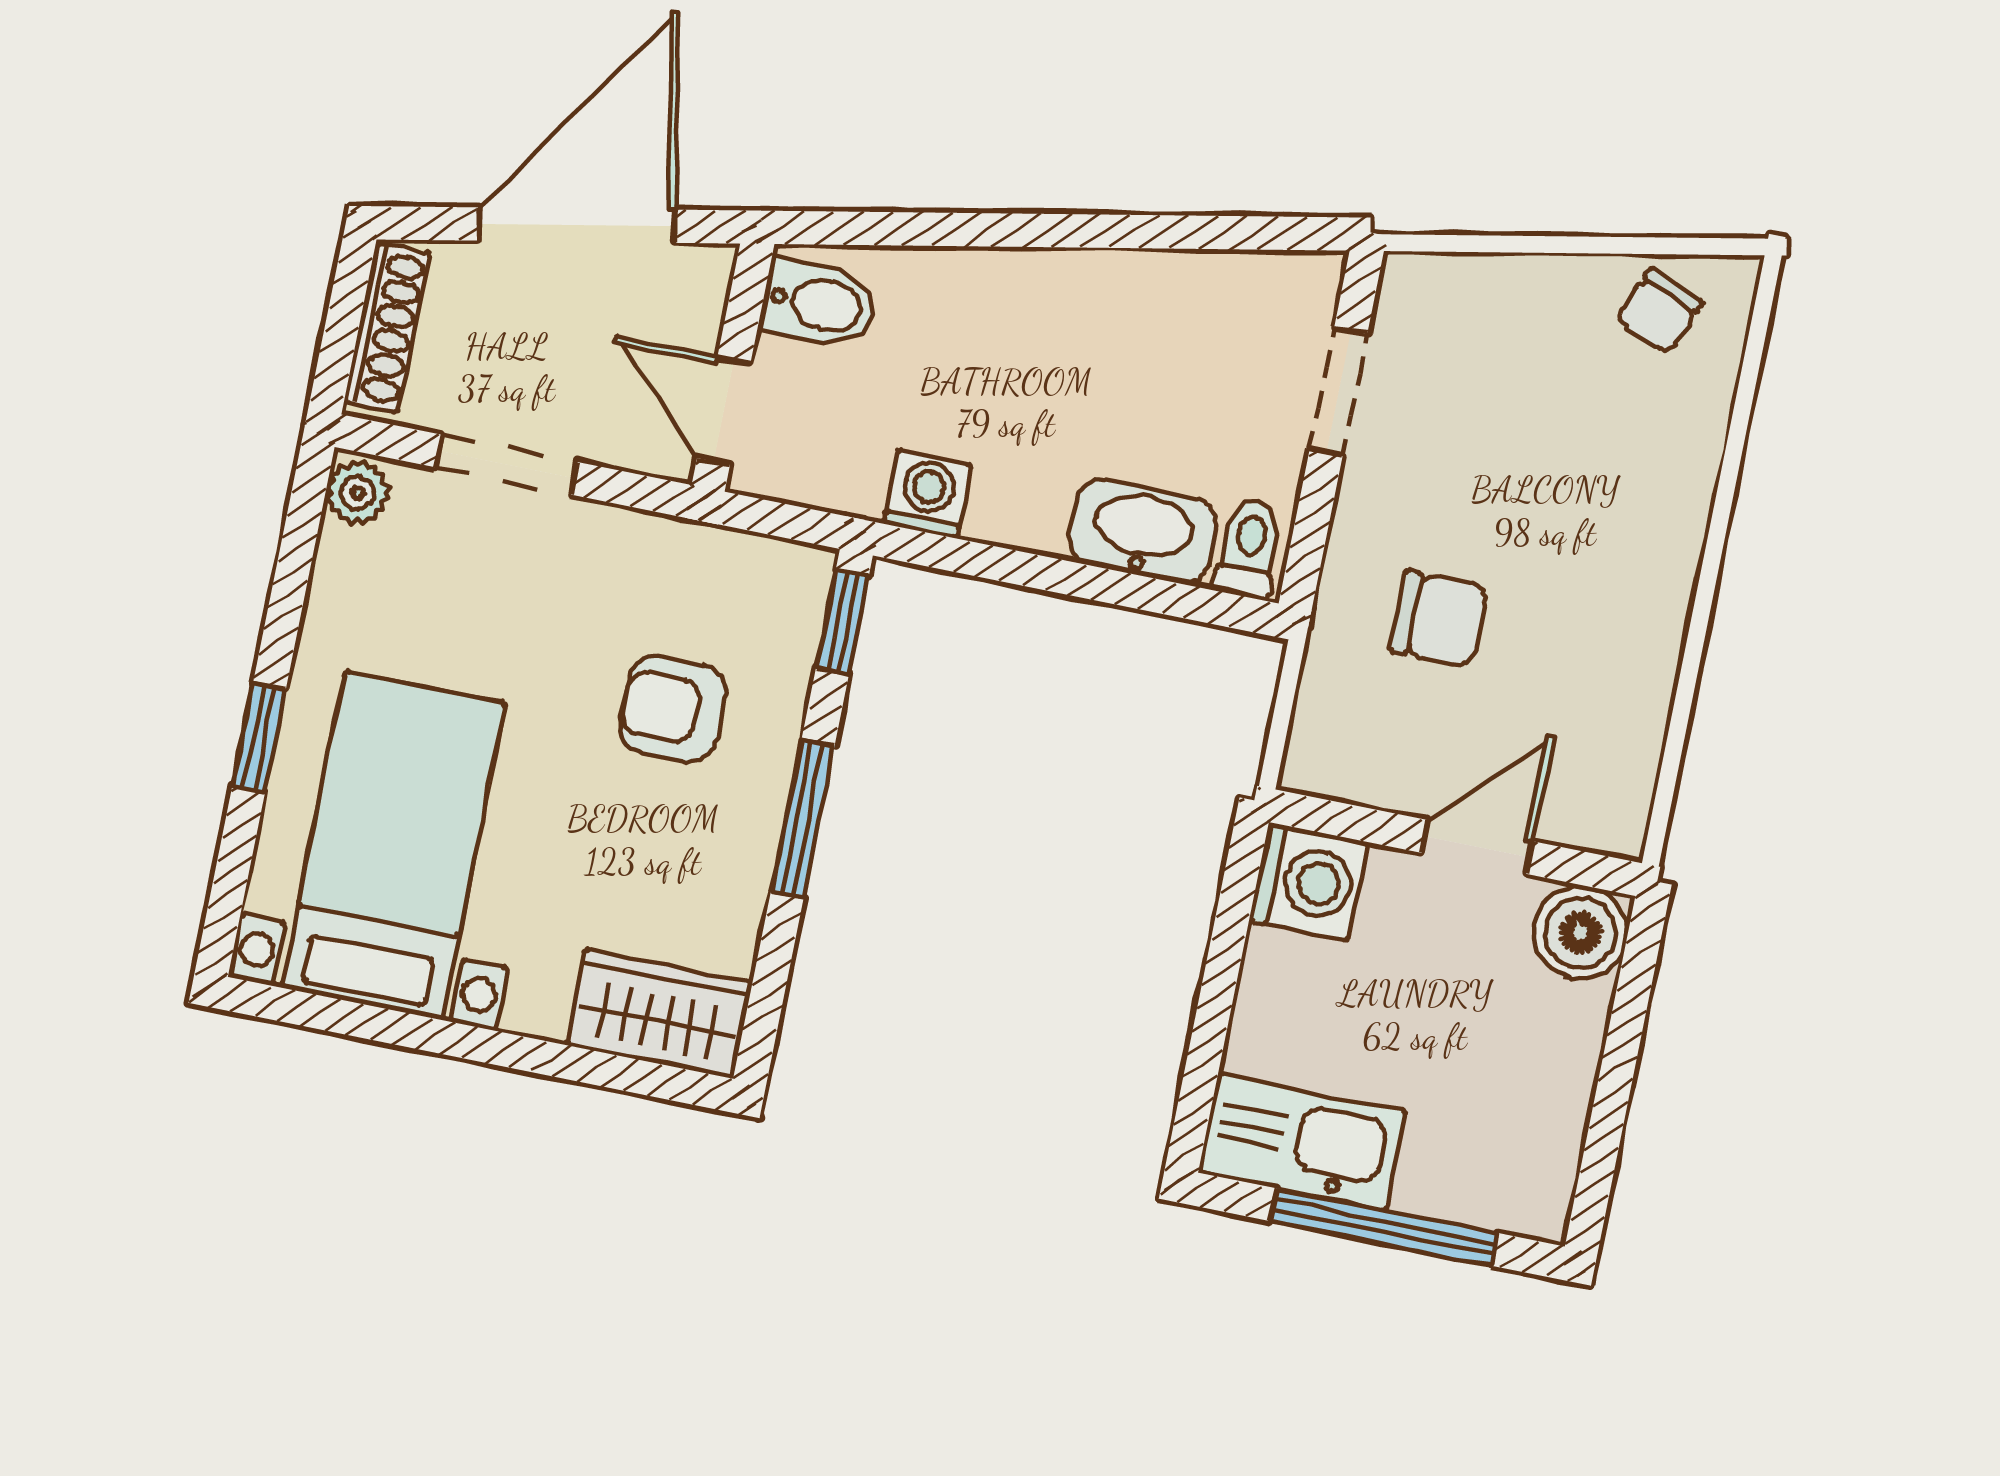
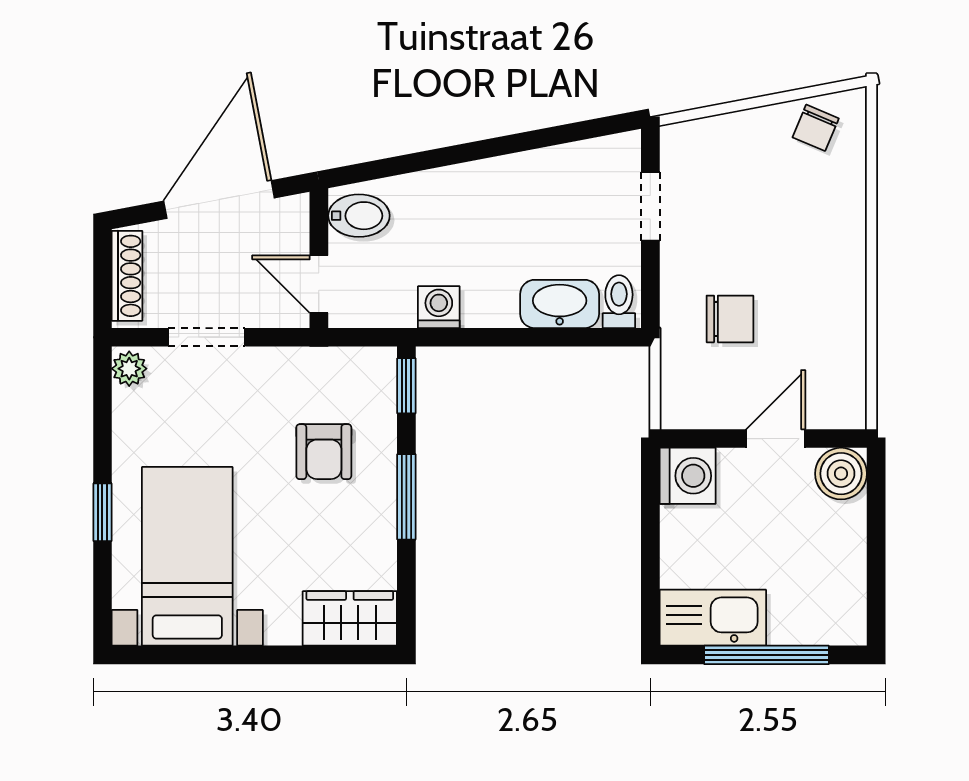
armchair: (673, 709) -> (324, 452), turned -90

